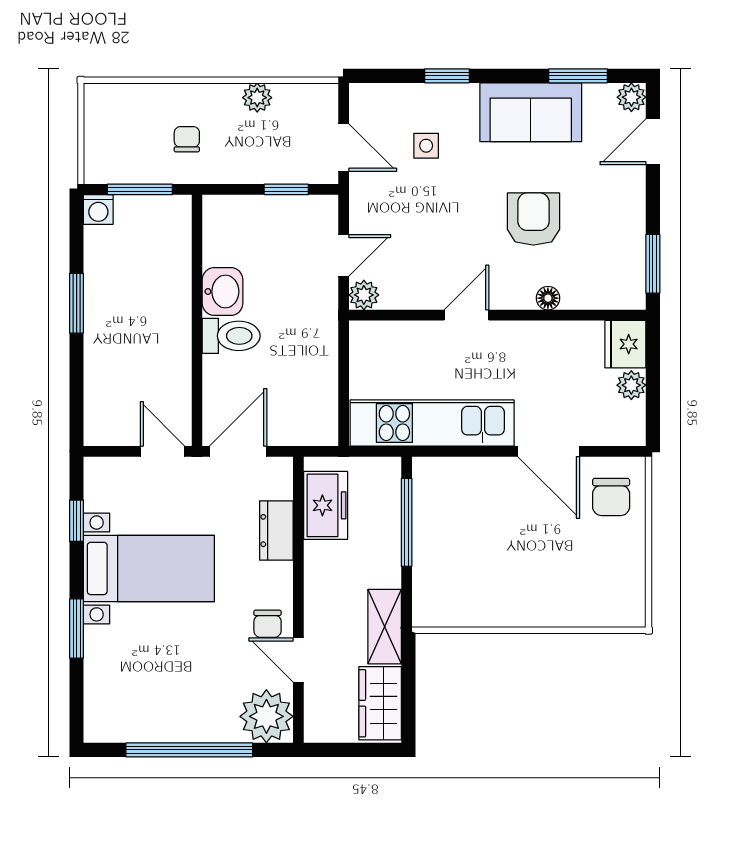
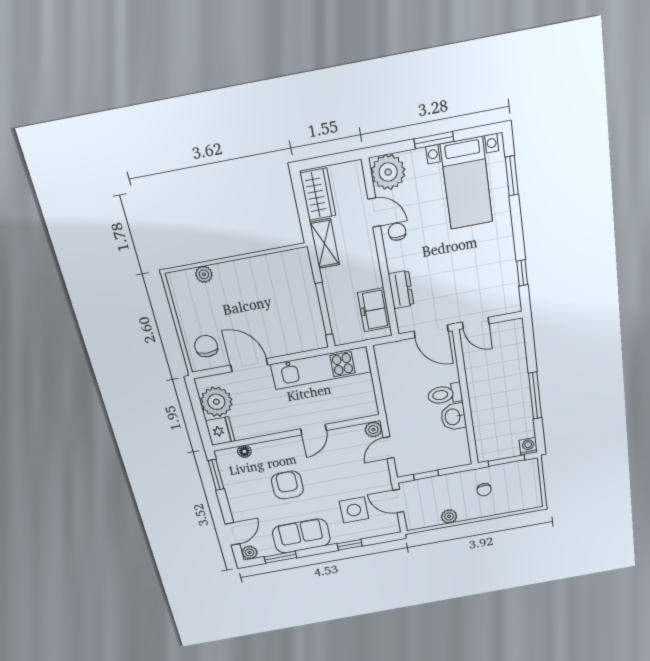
side table: (426, 146) -> (354, 510), width x1.87, depth x1.87
armchair: (533, 219) -> (287, 485), turned 180
floor lamp: (548, 298) -> (244, 451), moved
window: (77, 303) -> (535, 396), width x1.44
plant: (631, 385) -> (216, 402), width x1.87, depth x1.87
door: (238, 451) -> (431, 331), hinge flipped
bed with nightstands: (149, 568) -> (467, 183), moved, turned -90
plant: (585, 614) -> (204, 274), added
window: (77, 629) -> (512, 176), moved
window: (189, 750) -> (434, 140), width x0.47

